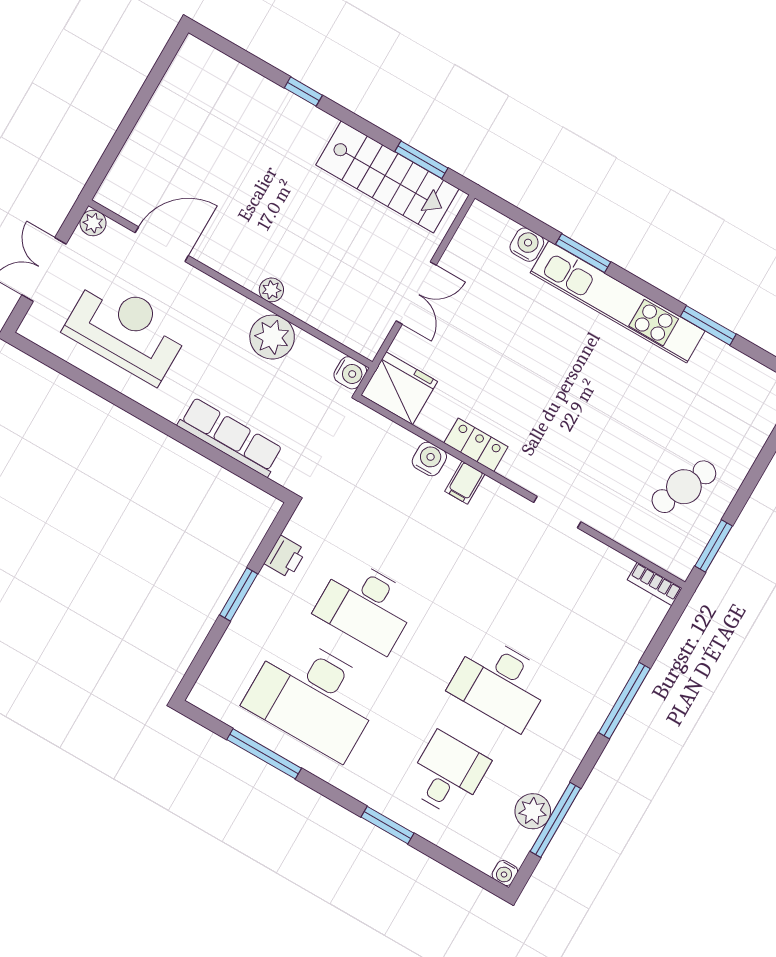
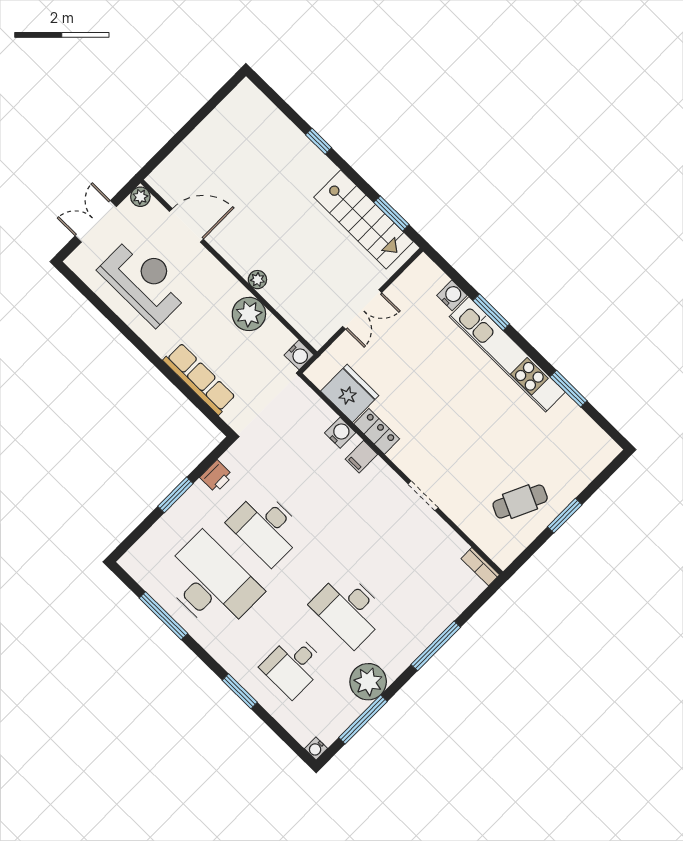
fridge: (399, 388) -> (350, 393), moved
window: (714, 546) -> (565, 516), moved
desk: (314, 697) -> (211, 584), turned 180
desk: (448, 774) -> (293, 666), turned 180
plant: (533, 811) -> (368, 682), moved, width x1.36, depth x1.36

